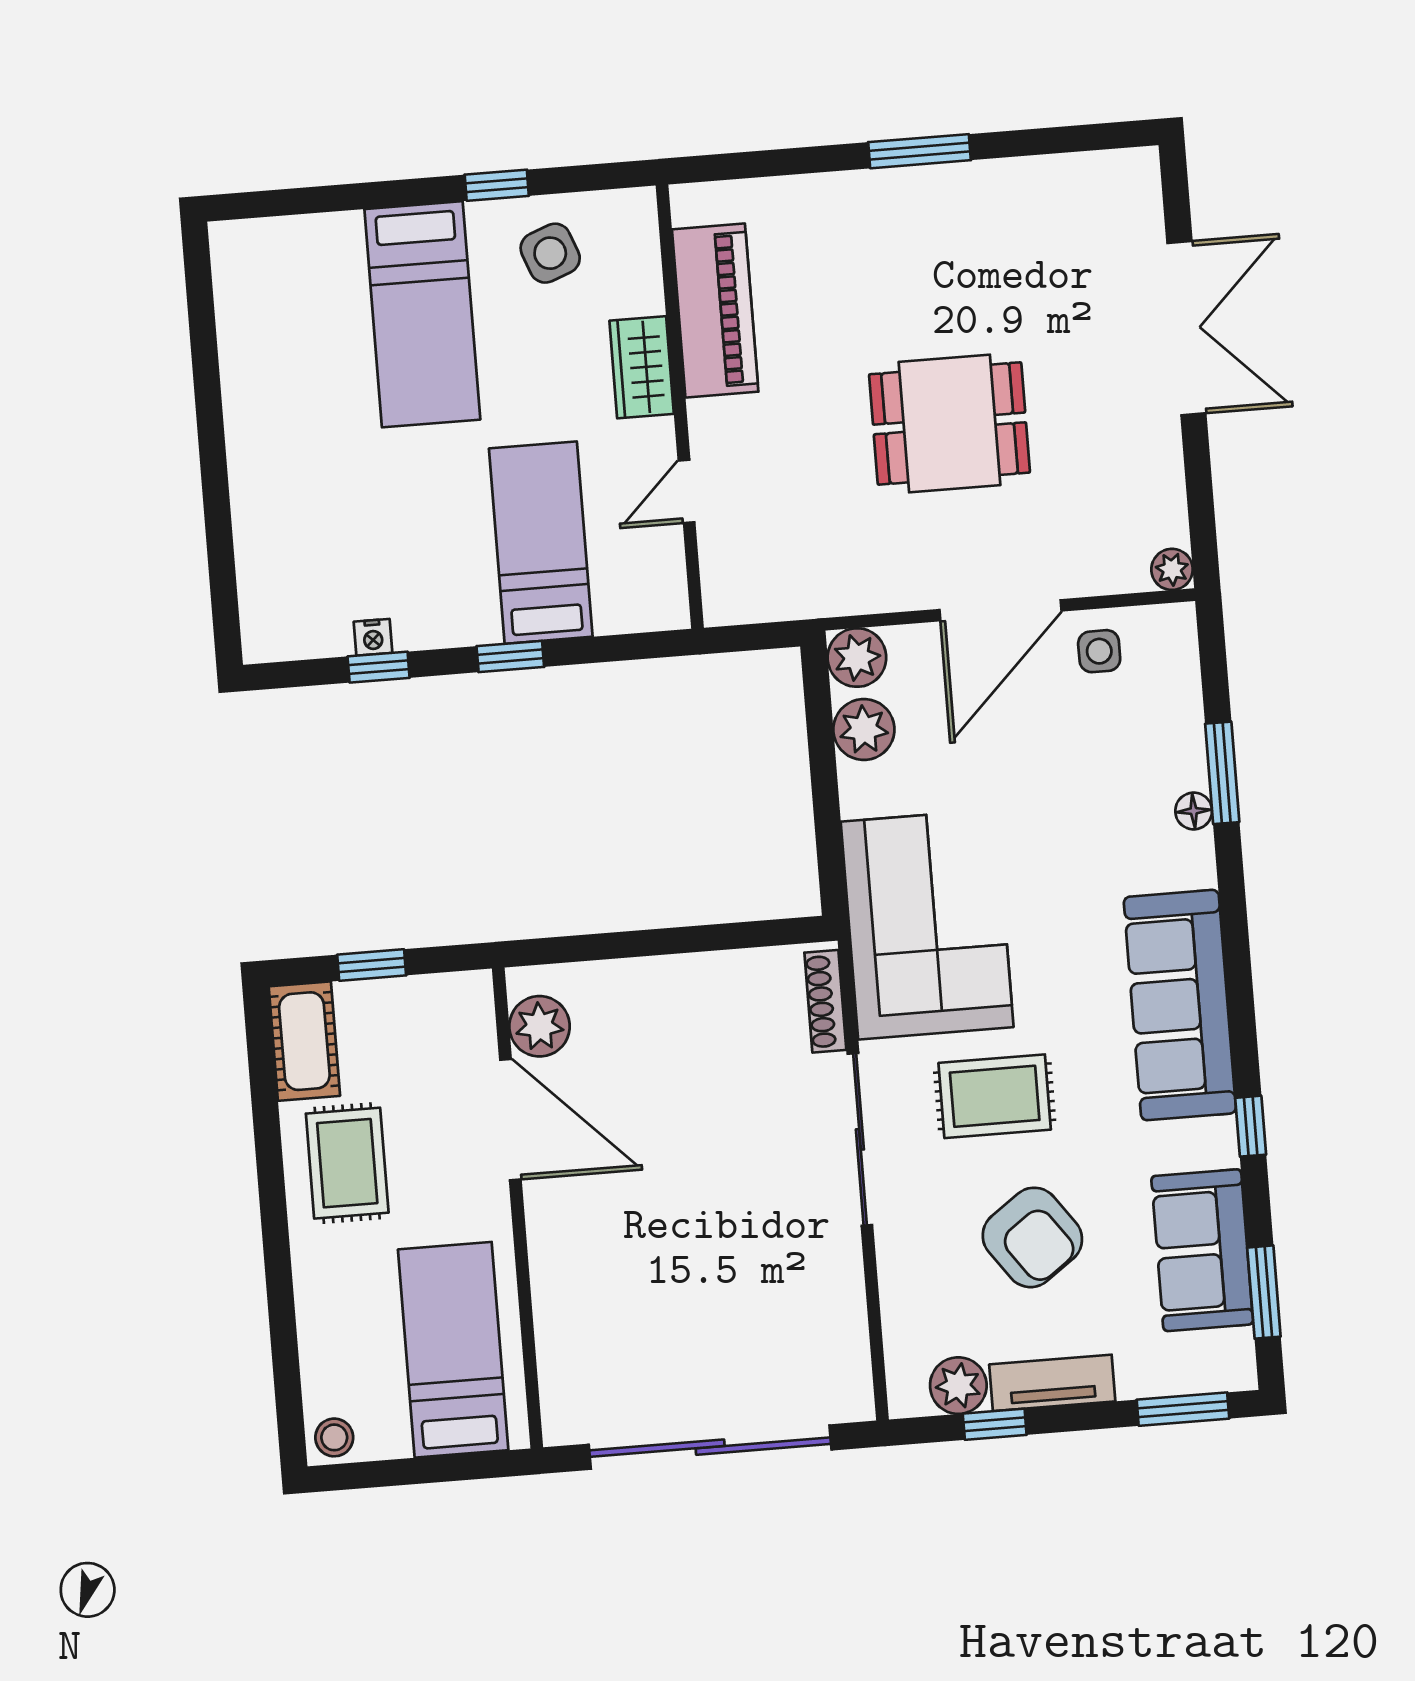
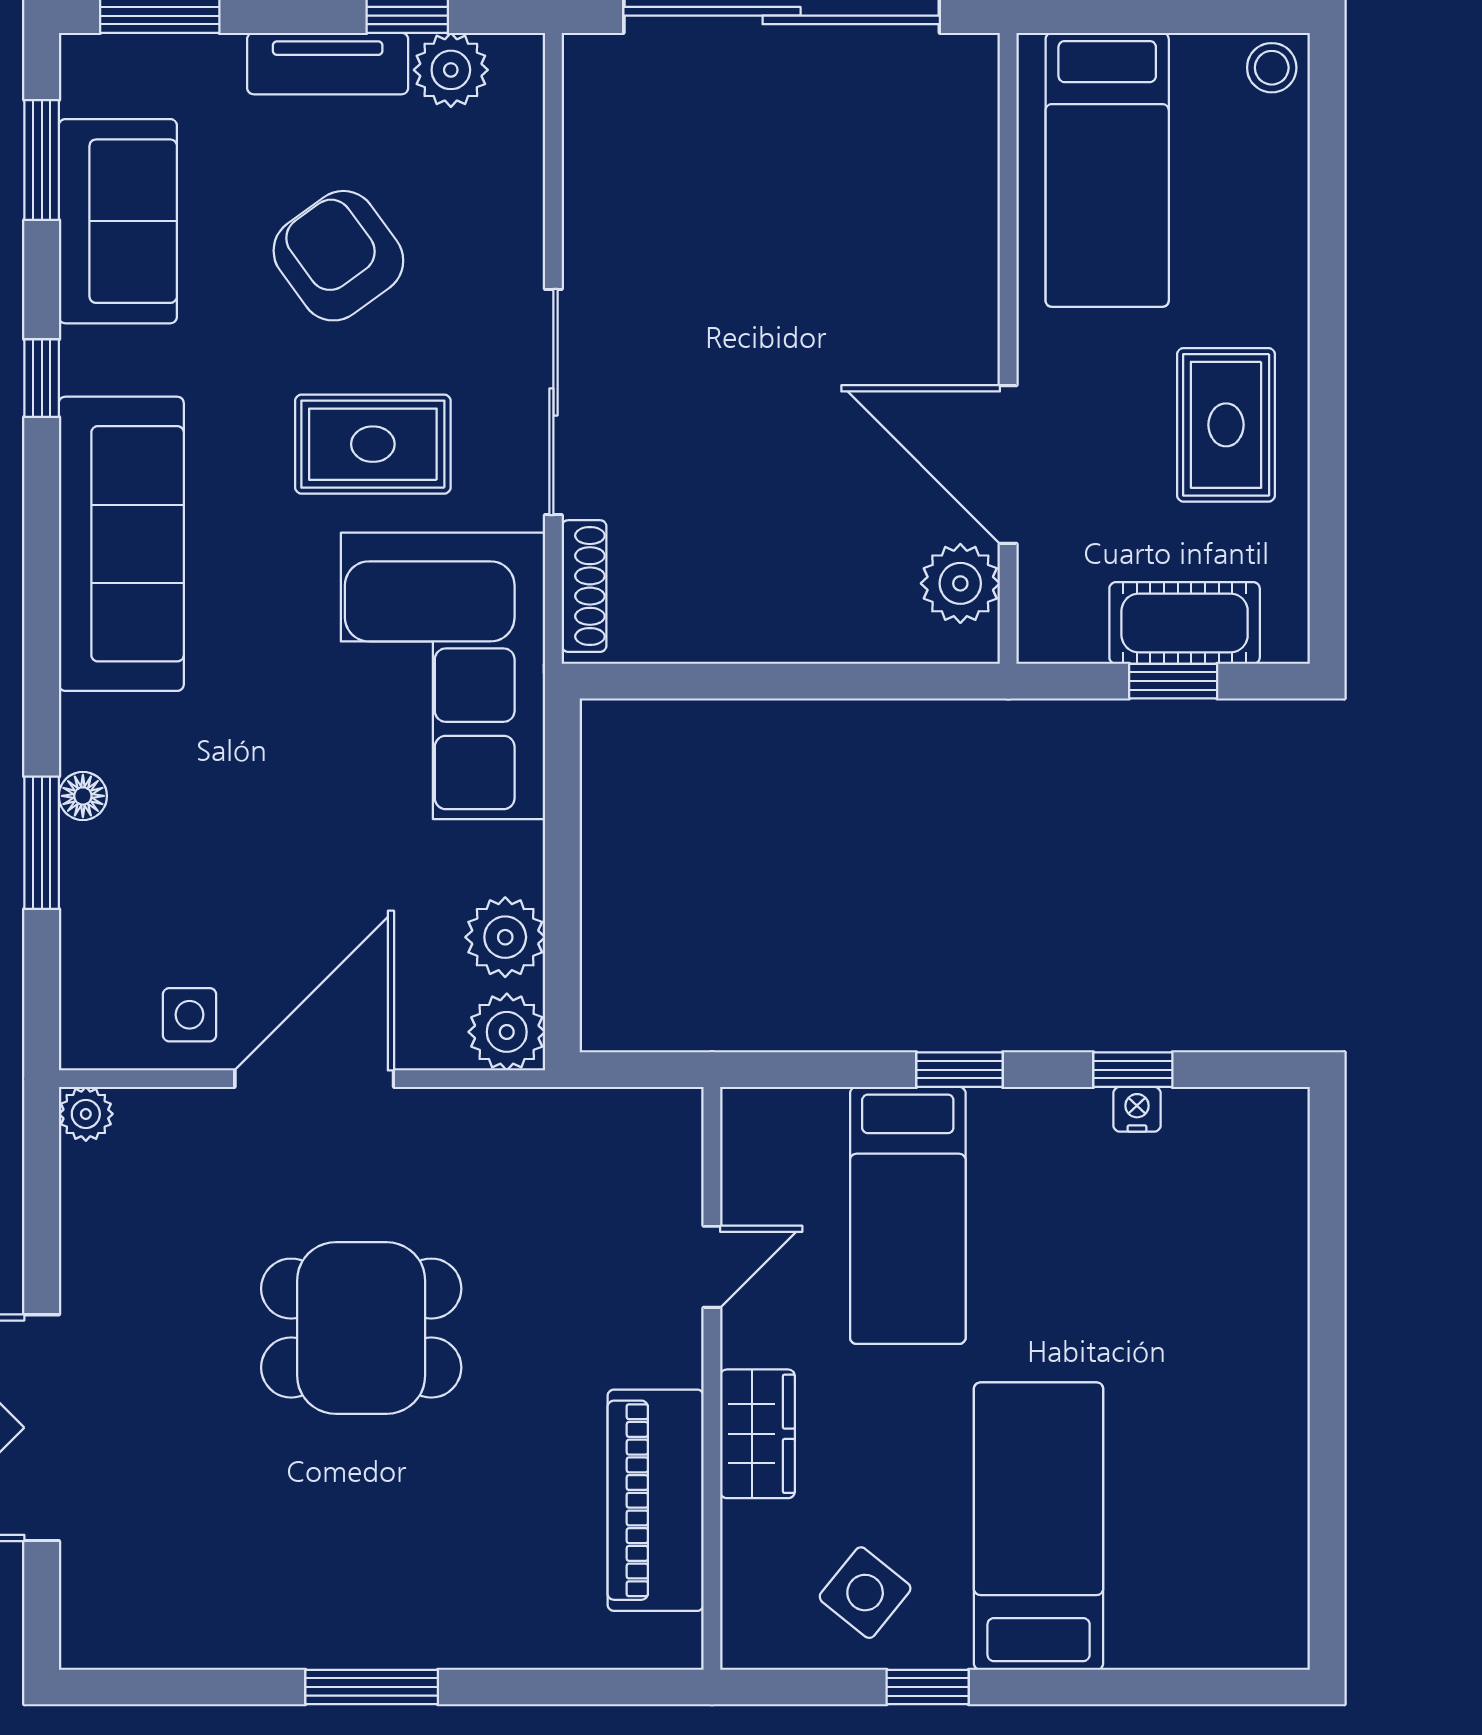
side table: (550, 253) -> (865, 1593), turned -30
cot: (304, 1041) -> (1185, 623), moved, turned 90

